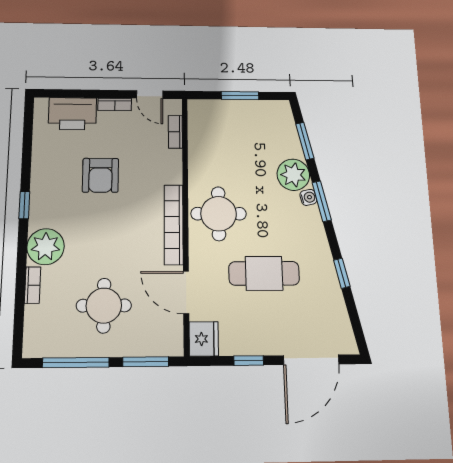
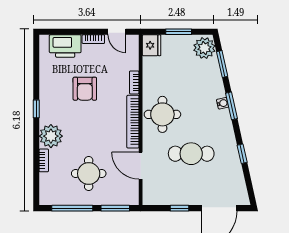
bookcase: (175, 132) -> (134, 82), moved
plant: (293, 175) -> (204, 48), moved
fridge: (204, 339) -> (152, 45), moved

